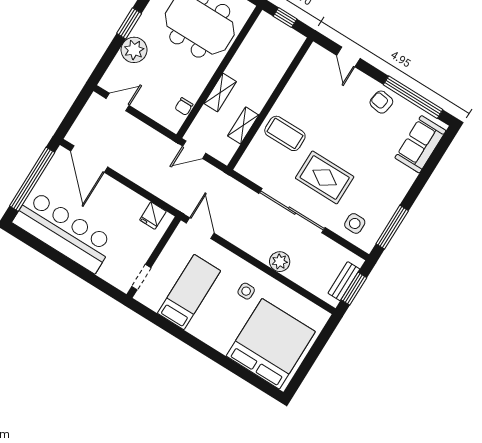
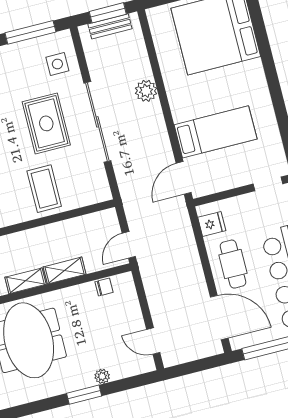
plant: (134, 50) -> (102, 376), width x0.53, depth x0.53
shelving: (243, 125) -> (25, 281), moved
door: (194, 150) -> (129, 245), swing flipped
door: (89, 159) -> (219, 318), hinge flipped
cafe table: (114, 203) -> (233, 264), added
side table: (246, 291) -> (195, 93), removed
bed: (189, 292) -> (216, 132), moved, turned 180

